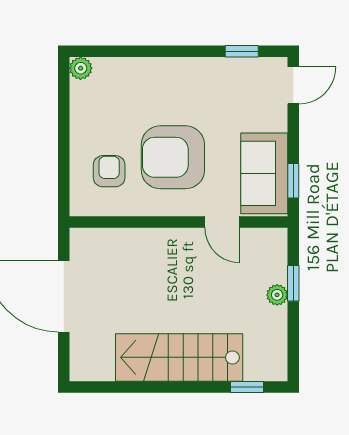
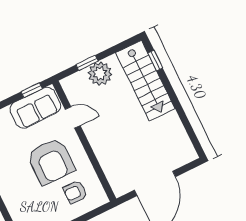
door: (222, 222) -> (73, 117), hinge flipped
plant: (277, 295) -> (100, 74), width x1.88, depth x1.88
stairs: (179, 357) -> (145, 81), moved

